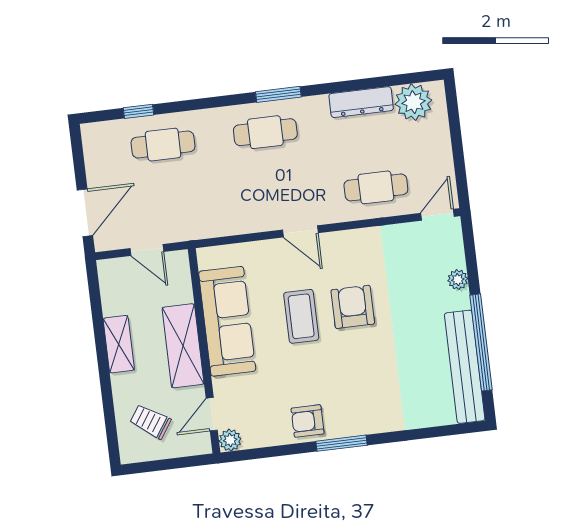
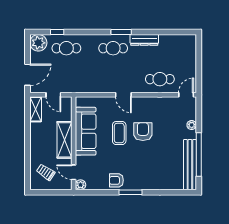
dresser: (361, 102) -> (144, 40), moved
plant: (413, 102) -> (38, 43), moved
shelving: (119, 344) -> (36, 109), moved
door: (212, 414) -> (74, 172), hinge flipped

